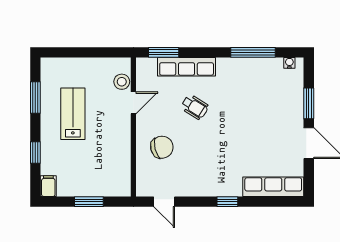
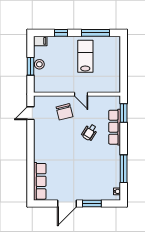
stool: (122, 82) -> (39, 64), moved
window: (35, 98) -> (95, 33), width x1.44
door: (133, 103) -> (81, 94), moved
lab bench: (73, 114) -> (85, 56), turned -90
window: (227, 202) -> (30, 153), removed

